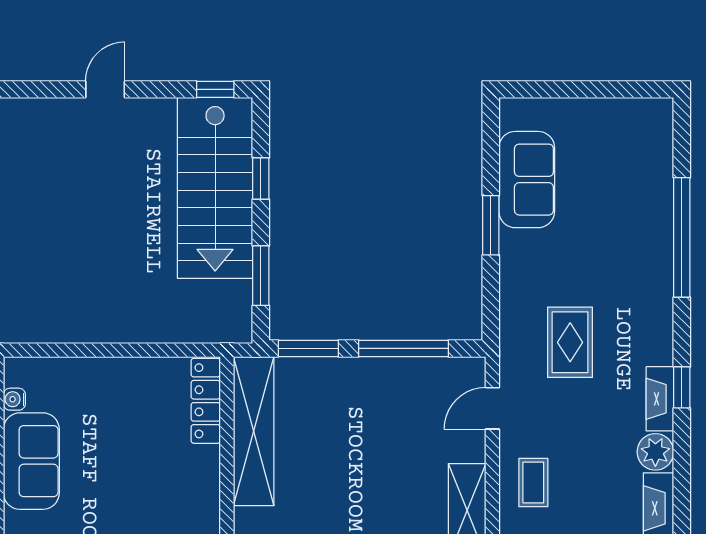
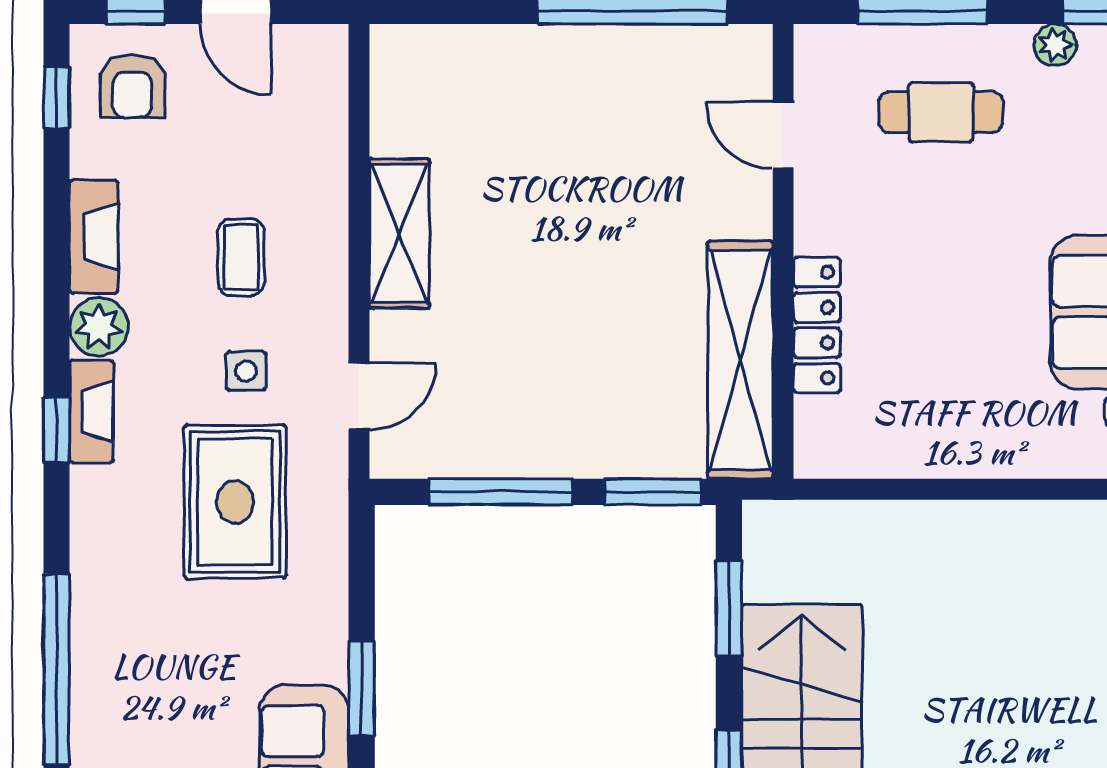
rug: (570, 342) -> (235, 502), width x1.36, depth x1.43
locker: (206, 401) -> (817, 325), moved
side table: (563, 424) -> (246, 371), added
coffee table: (533, 482) -> (241, 257), moved

